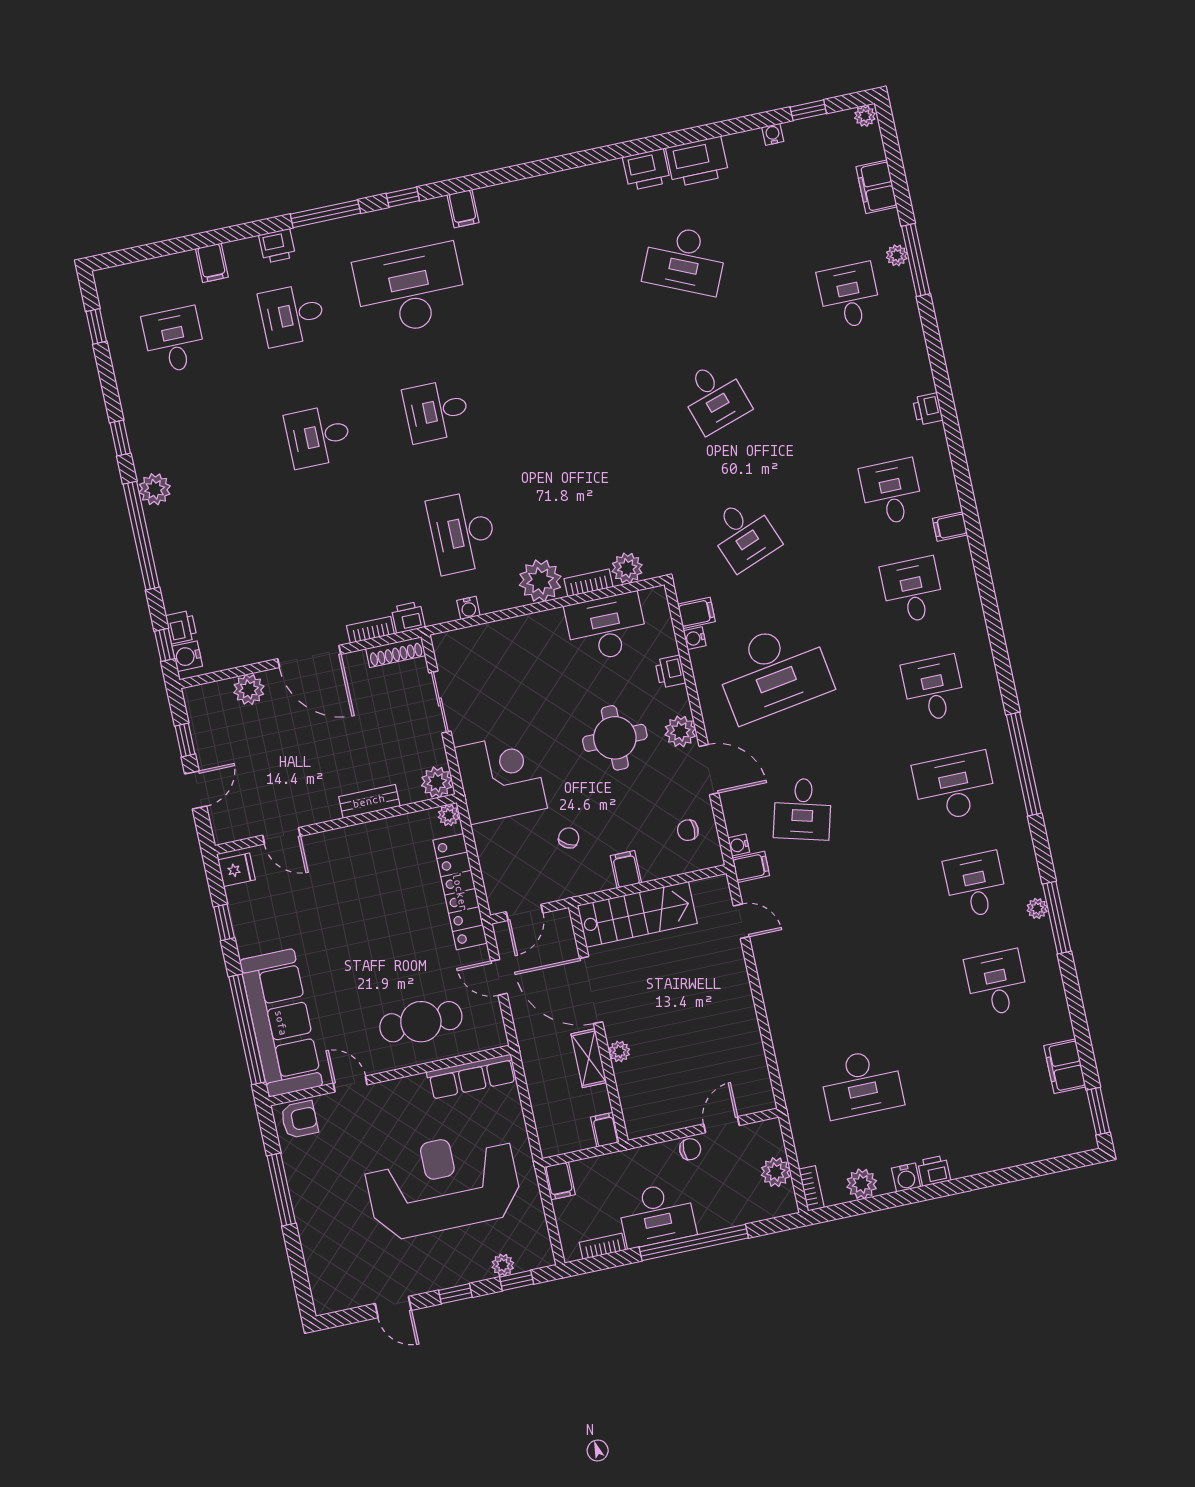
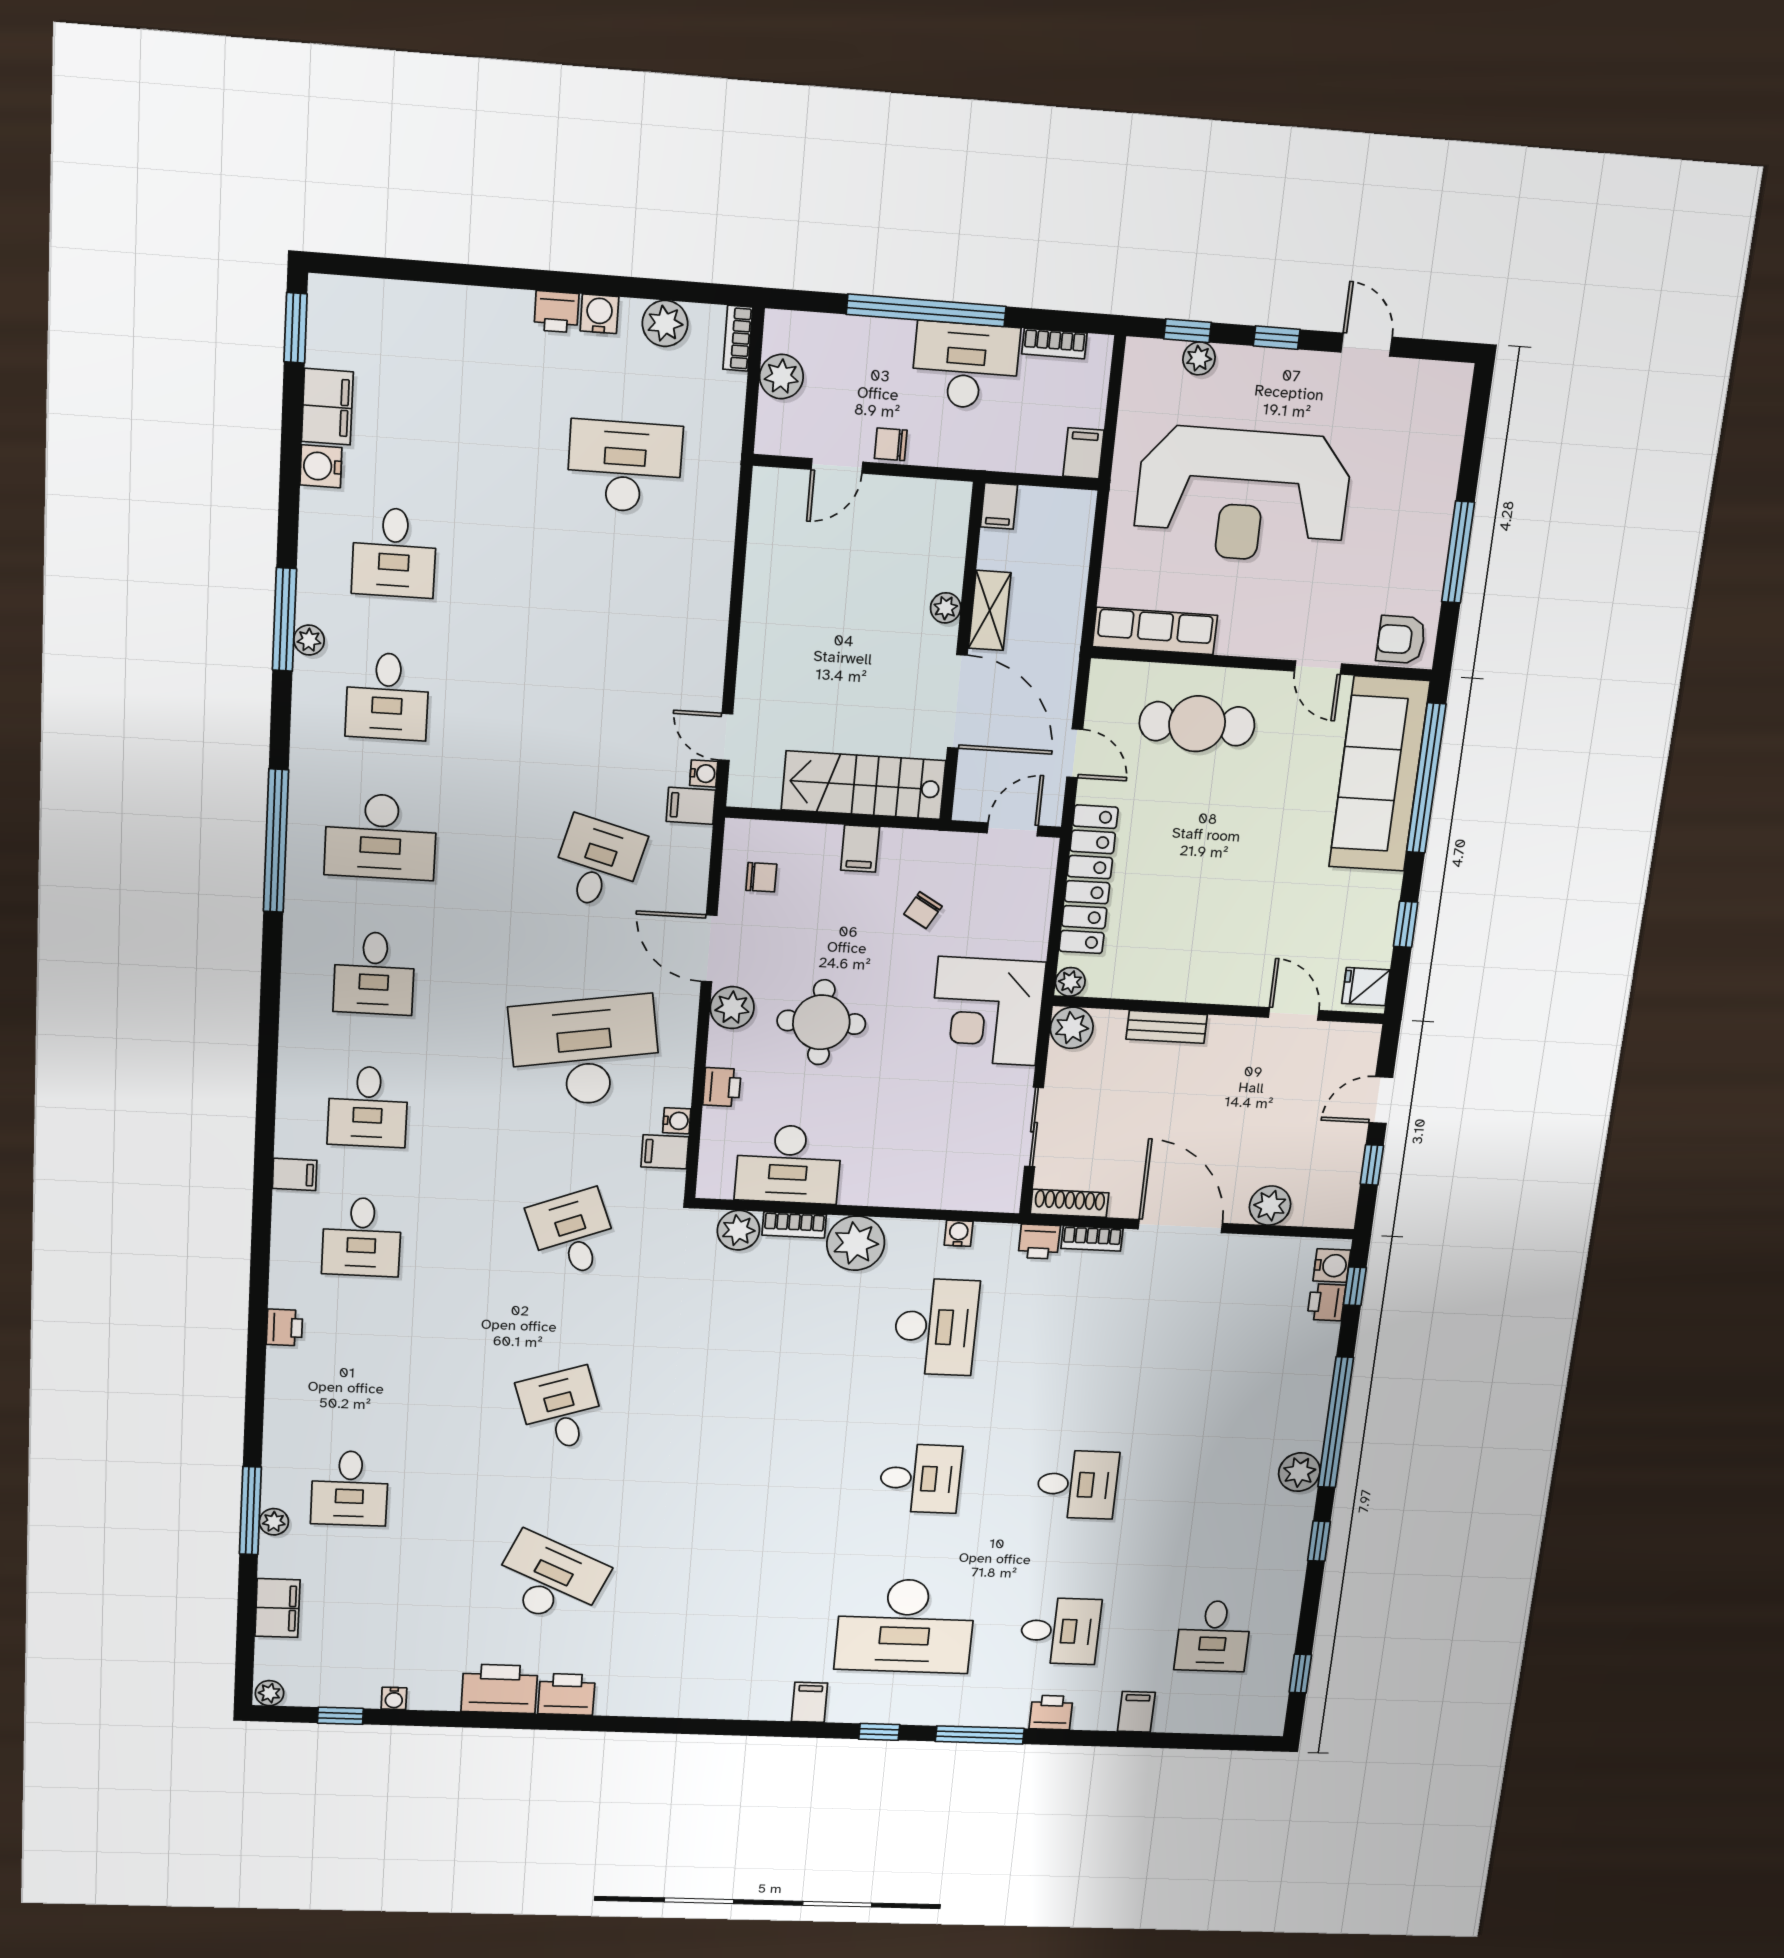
water cooler: (739, 845) -> (704, 773), moved
water cooler: (1059, 1026) -> (321, 466), added

